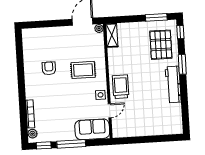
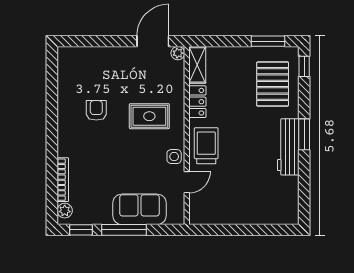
locker: (113, 59) -> (197, 102), added
window: (182, 64) -> (304, 134), moved
sofa: (92, 129) -> (139, 209), moved

